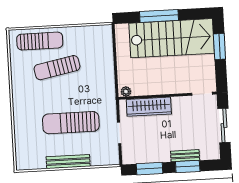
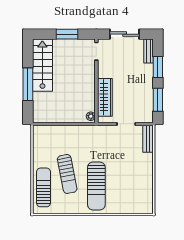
stairs: (172, 38) -> (42, 65), width x0.73, depth x0.66
window: (219, 47) -> (67, 34), moved
sun lounger: (71, 123) -> (96, 186), moved
bench: (185, 156) -> (149, 51), moved
bench: (68, 162) -> (148, 139), moved, width x0.73

